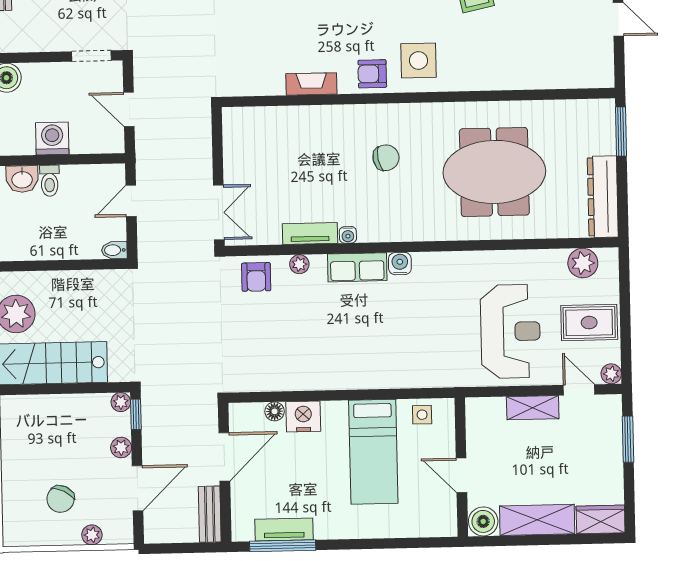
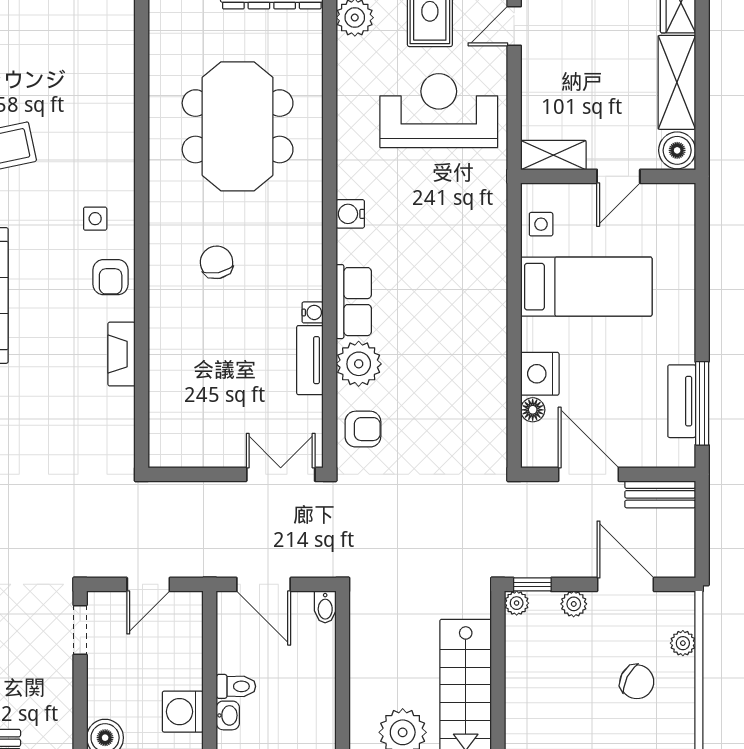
side table: (418, 60) -> (95, 219), width x0.54, depth x0.54
washing machine: (52, 138) -> (183, 712), moved
washbasin: (22, 179) -> (228, 715), width x0.72, depth x0.69
door: (131, 201) -> (264, 584), width x1.38
plant: (299, 264) -> (359, 364), width x1.87, depth x1.87
water cooler: (400, 264) -> (350, 214), moved
shelving: (533, 408) -> (553, 155), moved, turned 90

